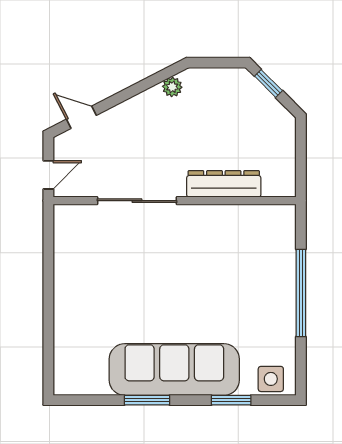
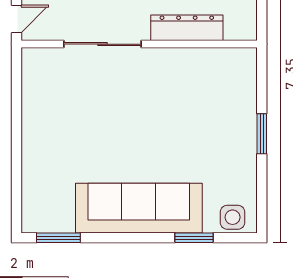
window: (301, 293) -> (262, 134), width x0.47
window: (147, 400) -> (58, 238), moved

